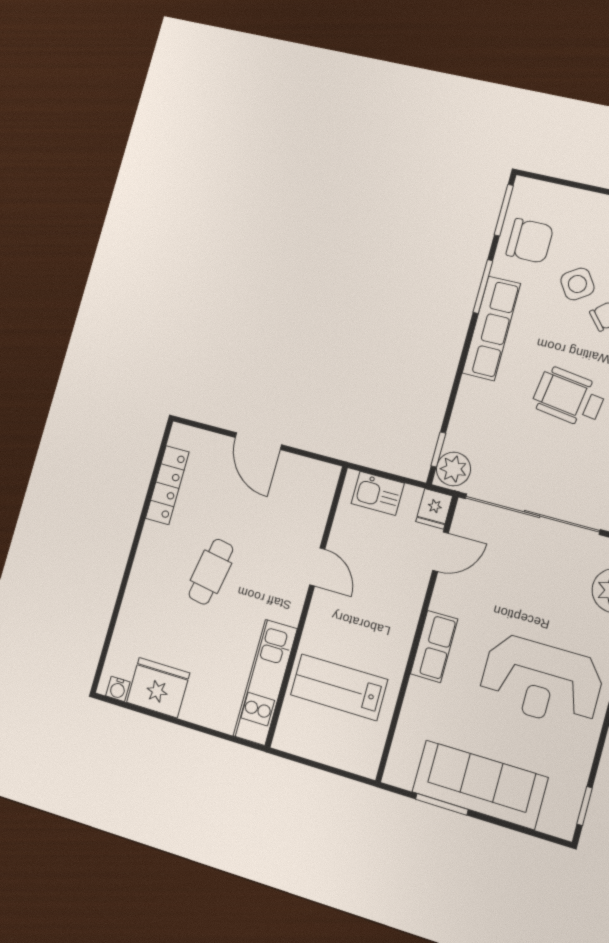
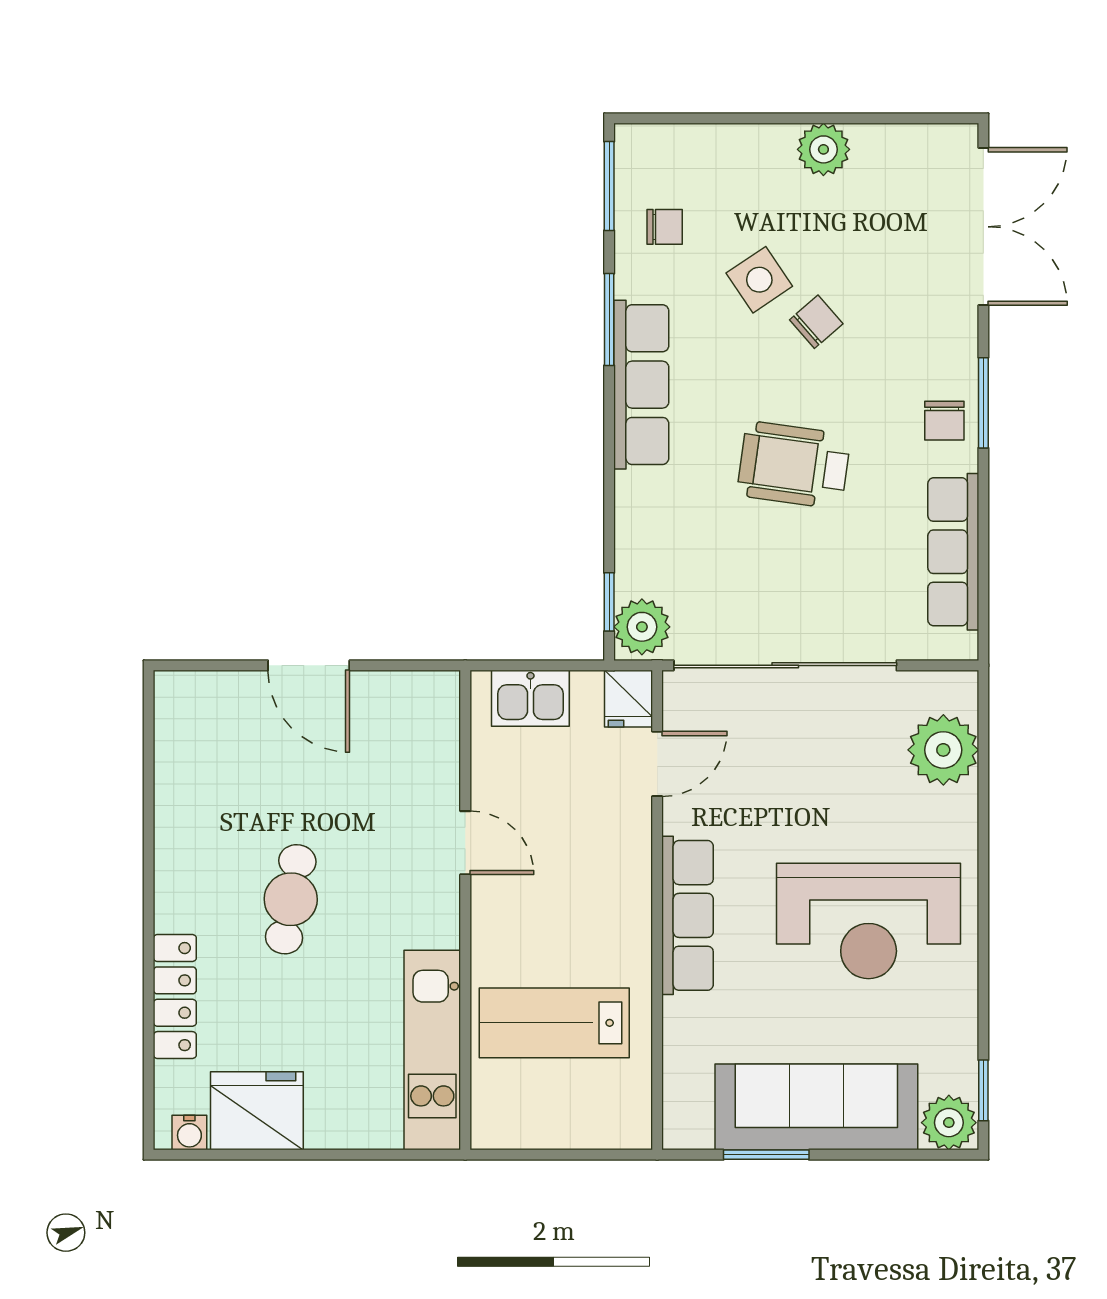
chair: (530, 241) -> (665, 227), width x0.54, depth x0.54
locker: (167, 485) -> (175, 997), moved
row of seats: (434, 646) -> (688, 915), width x1.48
plant: (558, 819) -> (949, 1123), added

